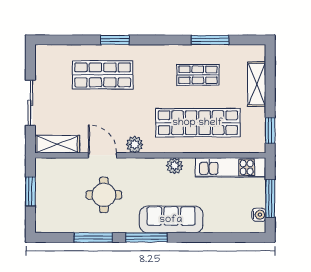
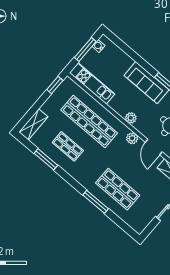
window: (115, 40) -> (96, 202), width x1.44
shelving: (257, 84) -> (33, 124), moved
plant: (175, 166) -> (131, 118), moved

